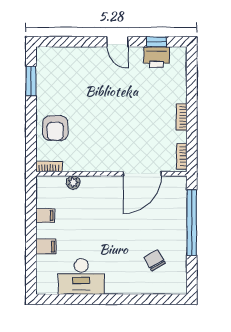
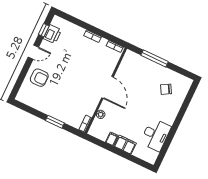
window: (31, 81) -> (55, 122), moved
armchair: (55, 128) -> (39, 78), moved
door: (142, 174) -> (107, 87), moved
window: (192, 223) -> (155, 58), width x0.68
filing cabinet: (46, 247) -> (125, 145), width x2.00

